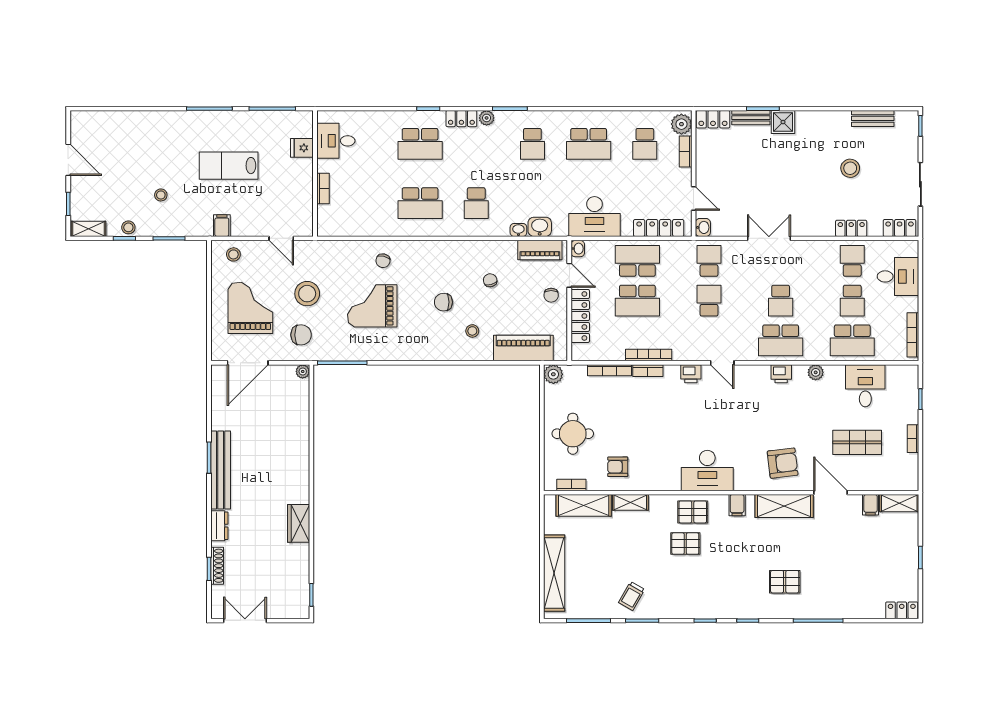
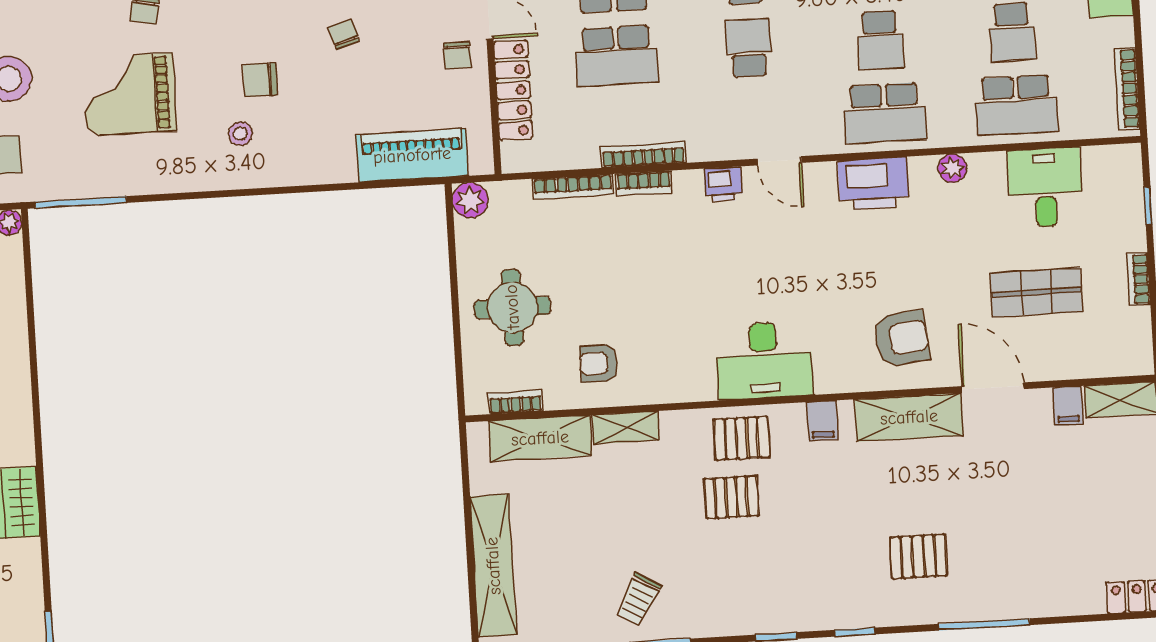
stool: (472, 331) -> (240, 134), moved
printer: (781, 374) -> (874, 184), width x1.87, depth x1.48

